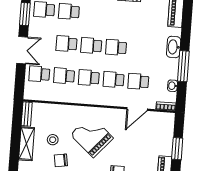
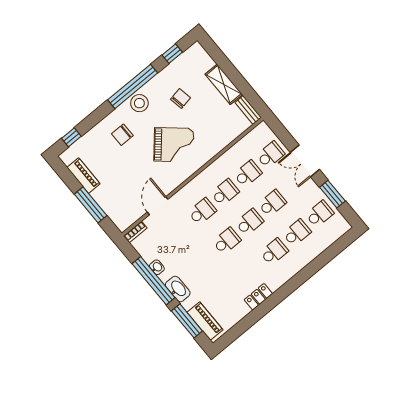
window: (187, 22) -> (187, 321), added
window: (183, 66) -> (154, 281), width x1.46
school desk: (138, 81) -> (274, 252), moved
washbasin: (173, 86) -> (157, 267), moved
stool: (53, 140) -> (205, 109), removed
window: (177, 149) -> (91, 205), width x1.44

